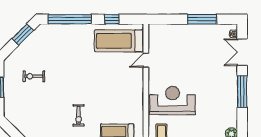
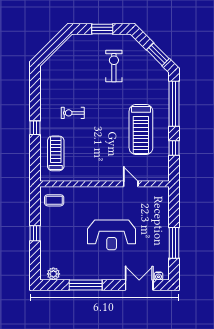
treadmill: (119, 41) -> (141, 129), moved, turned 180
exercise bike: (34, 76) -> (114, 66), width x1.38, depth x1.39
window: (242, 92) -> (86, 285), moved
reception desk: (173, 101) -> (112, 235), moved, turned 90

